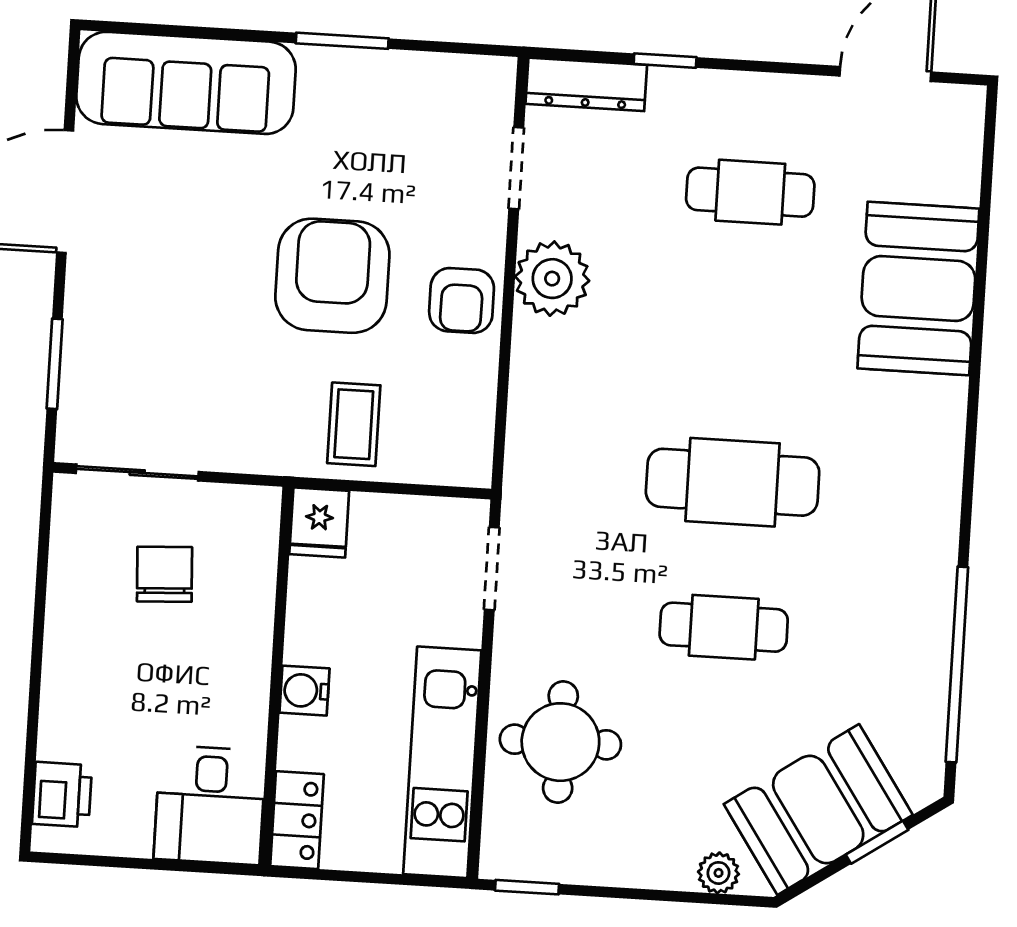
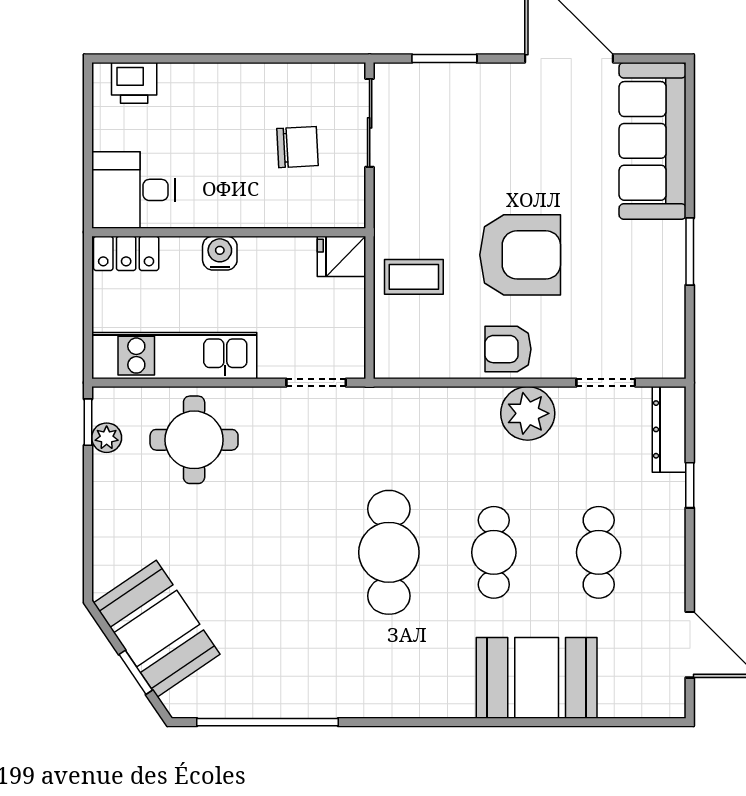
cafe table: (724, 627) -> (494, 552), moved
plant: (718, 873) -> (107, 438), moved

